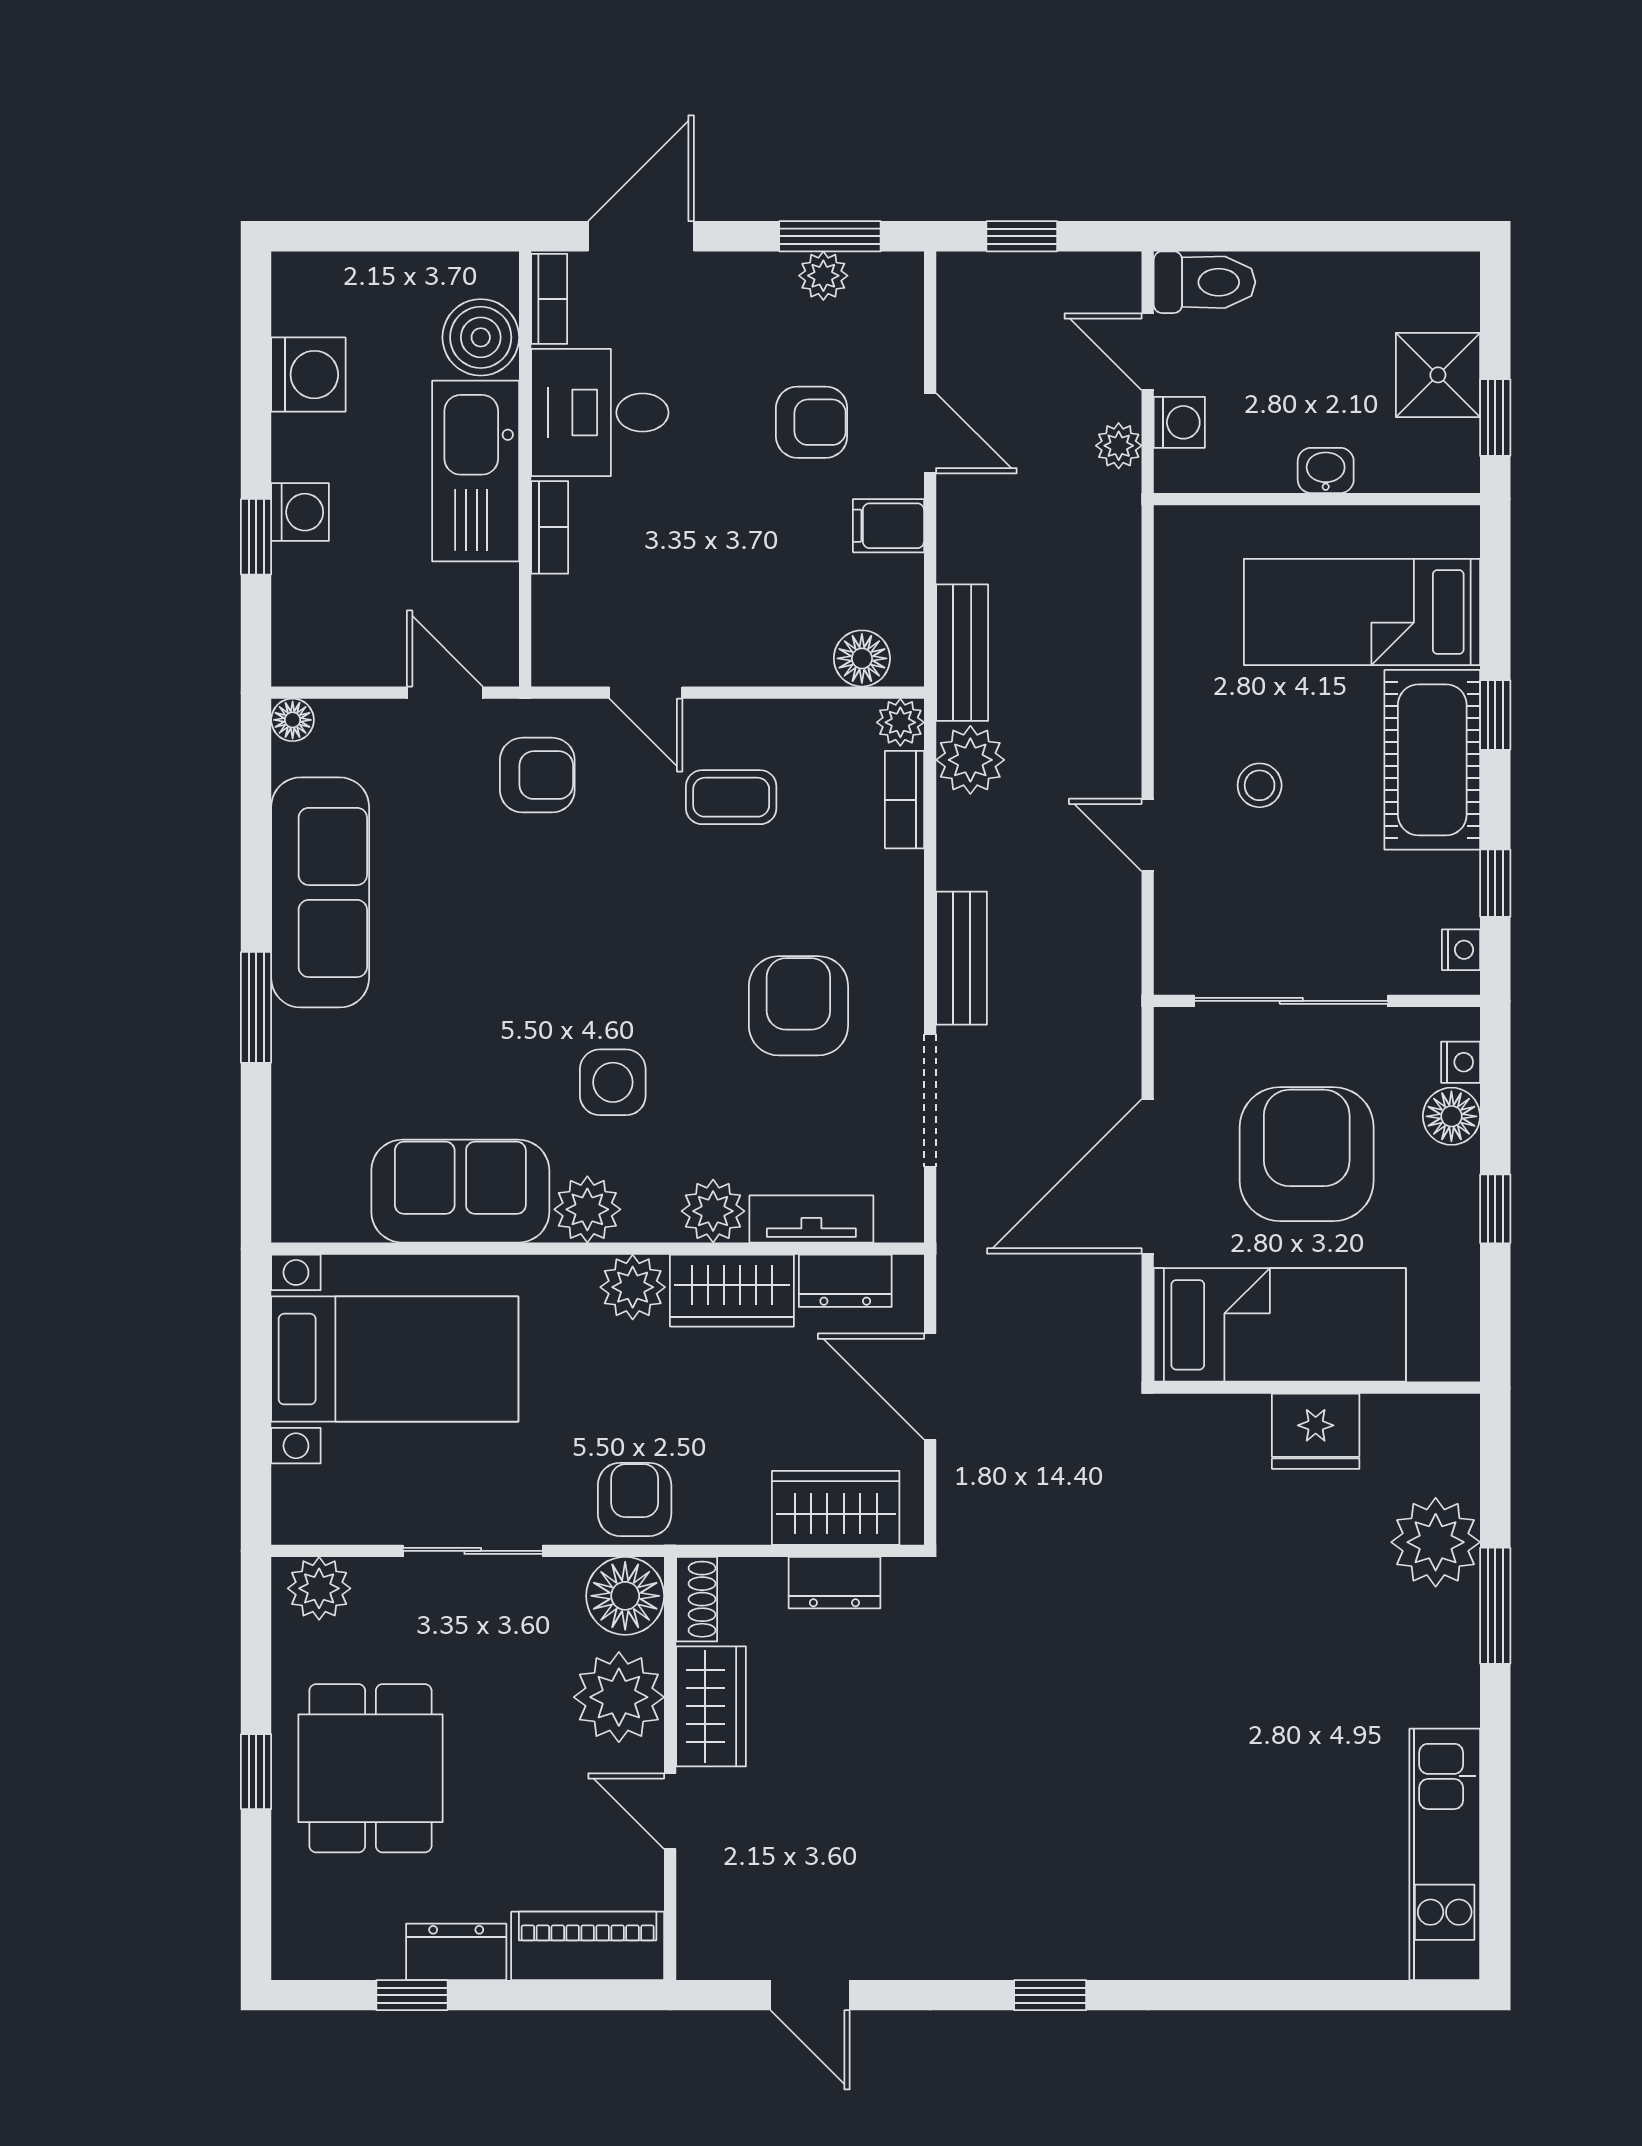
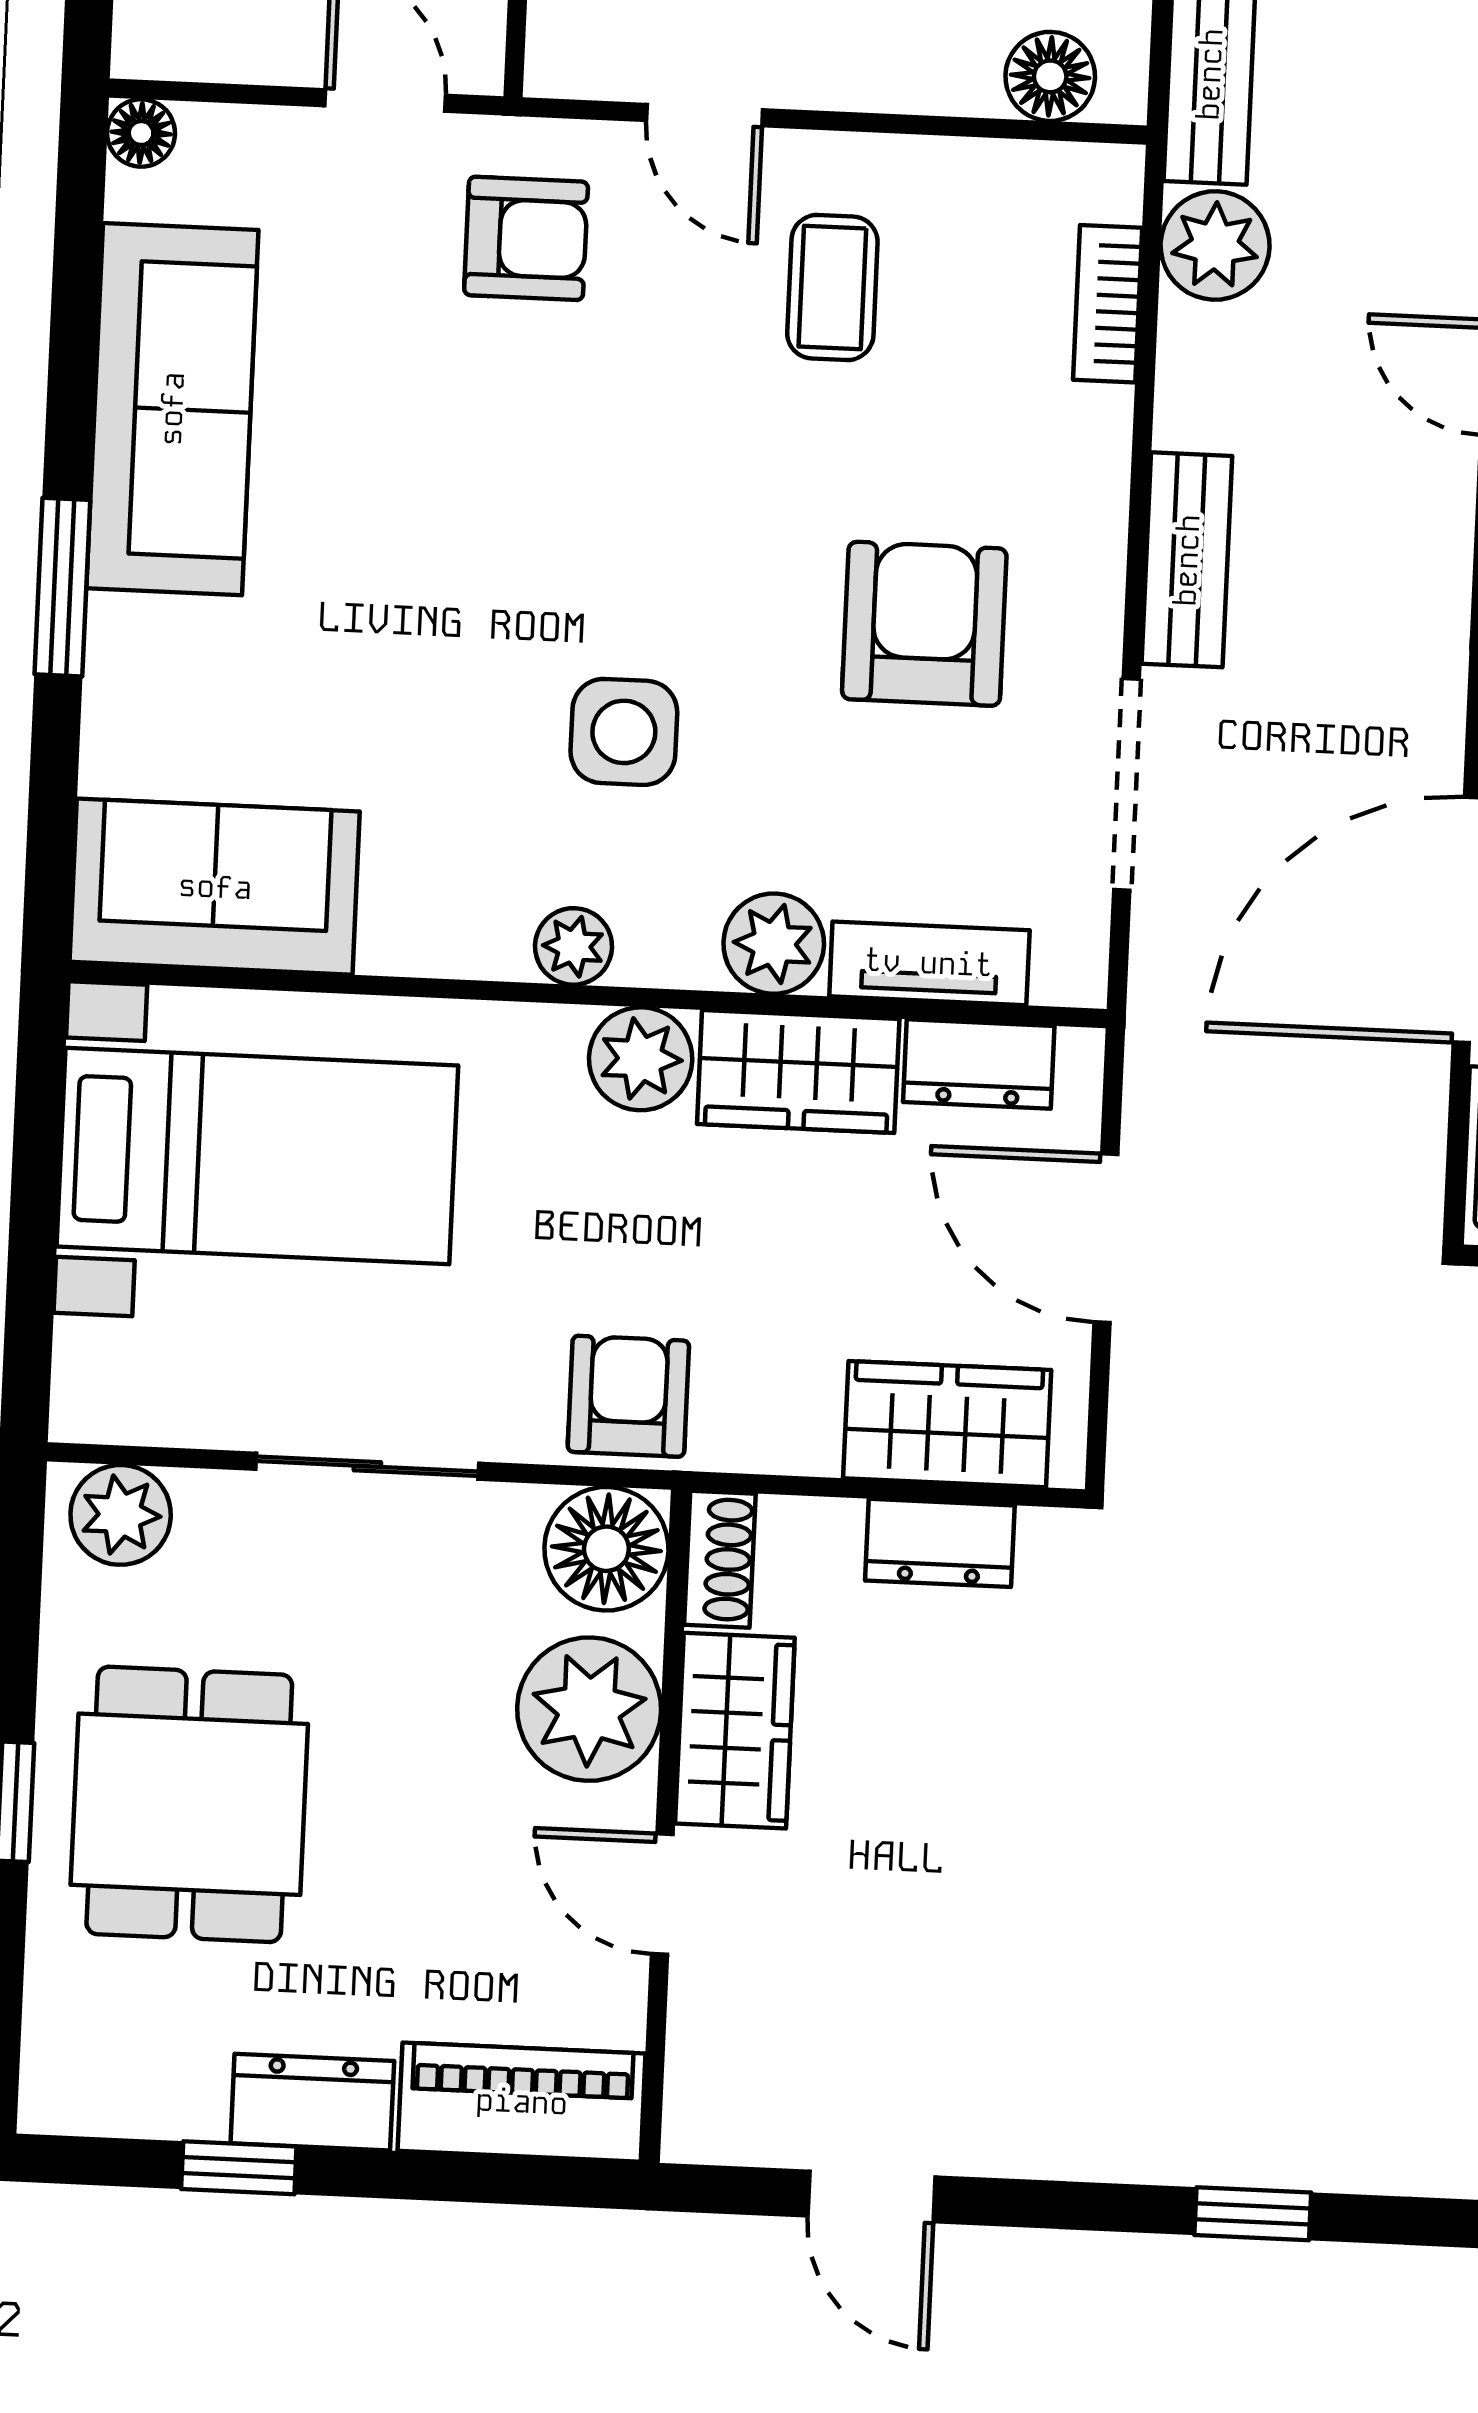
plant: (900, 722) -> (1107, 181), removed
coffee table: (731, 797) -> (832, 287), turned 90
sofa: (460, 1191) -> (215, 887), moved
plant: (587, 1209) -> (574, 946), width x0.73, depth x0.73

